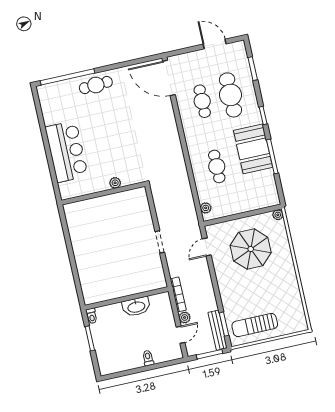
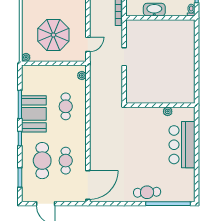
door: (169, 78) -> (88, 185), hinge flipped
plant: (115, 183) -> (168, 111), moved

